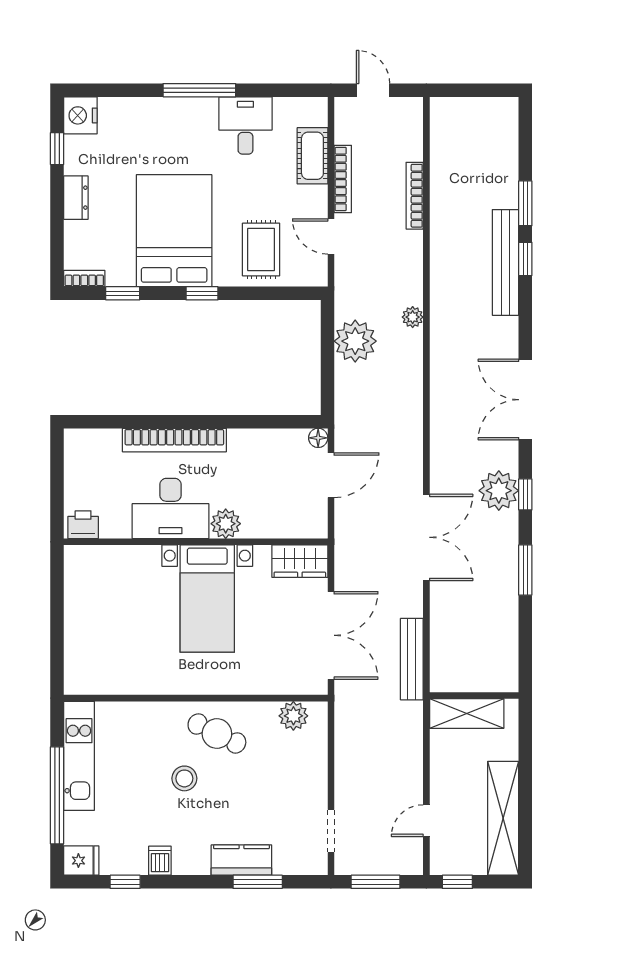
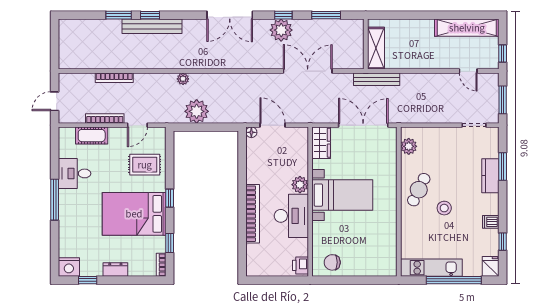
chair: (88, 581) -> (332, 262), added
wall: (474, 695) -> (366, 44), moved
shelving: (467, 714) -> (376, 48), moved

